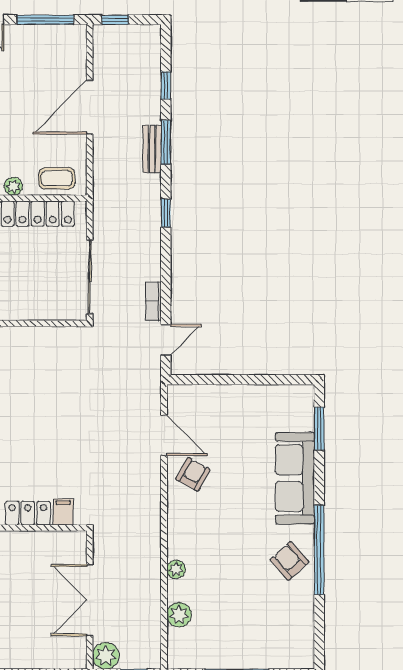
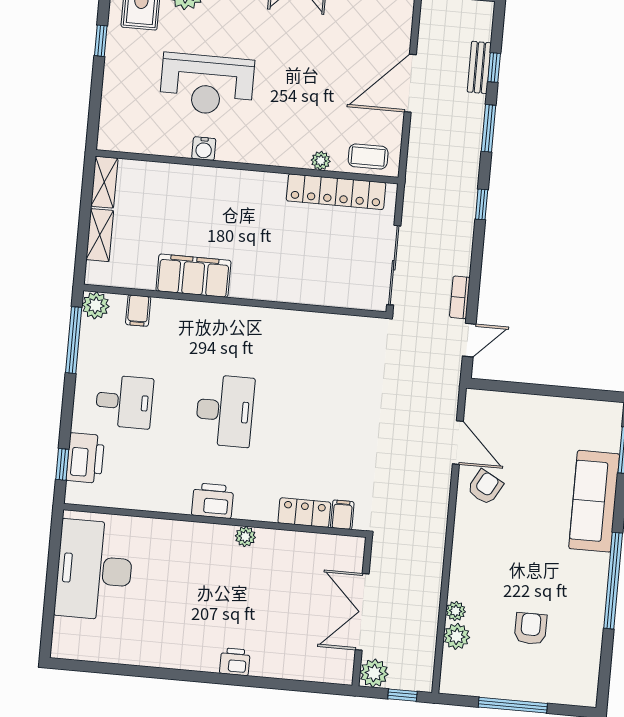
bench: (152, 149) -> (479, 67), moved
armchair: (289, 561) -> (531, 629), moved, turned 42
plant: (176, 569) -> (456, 611), moved

